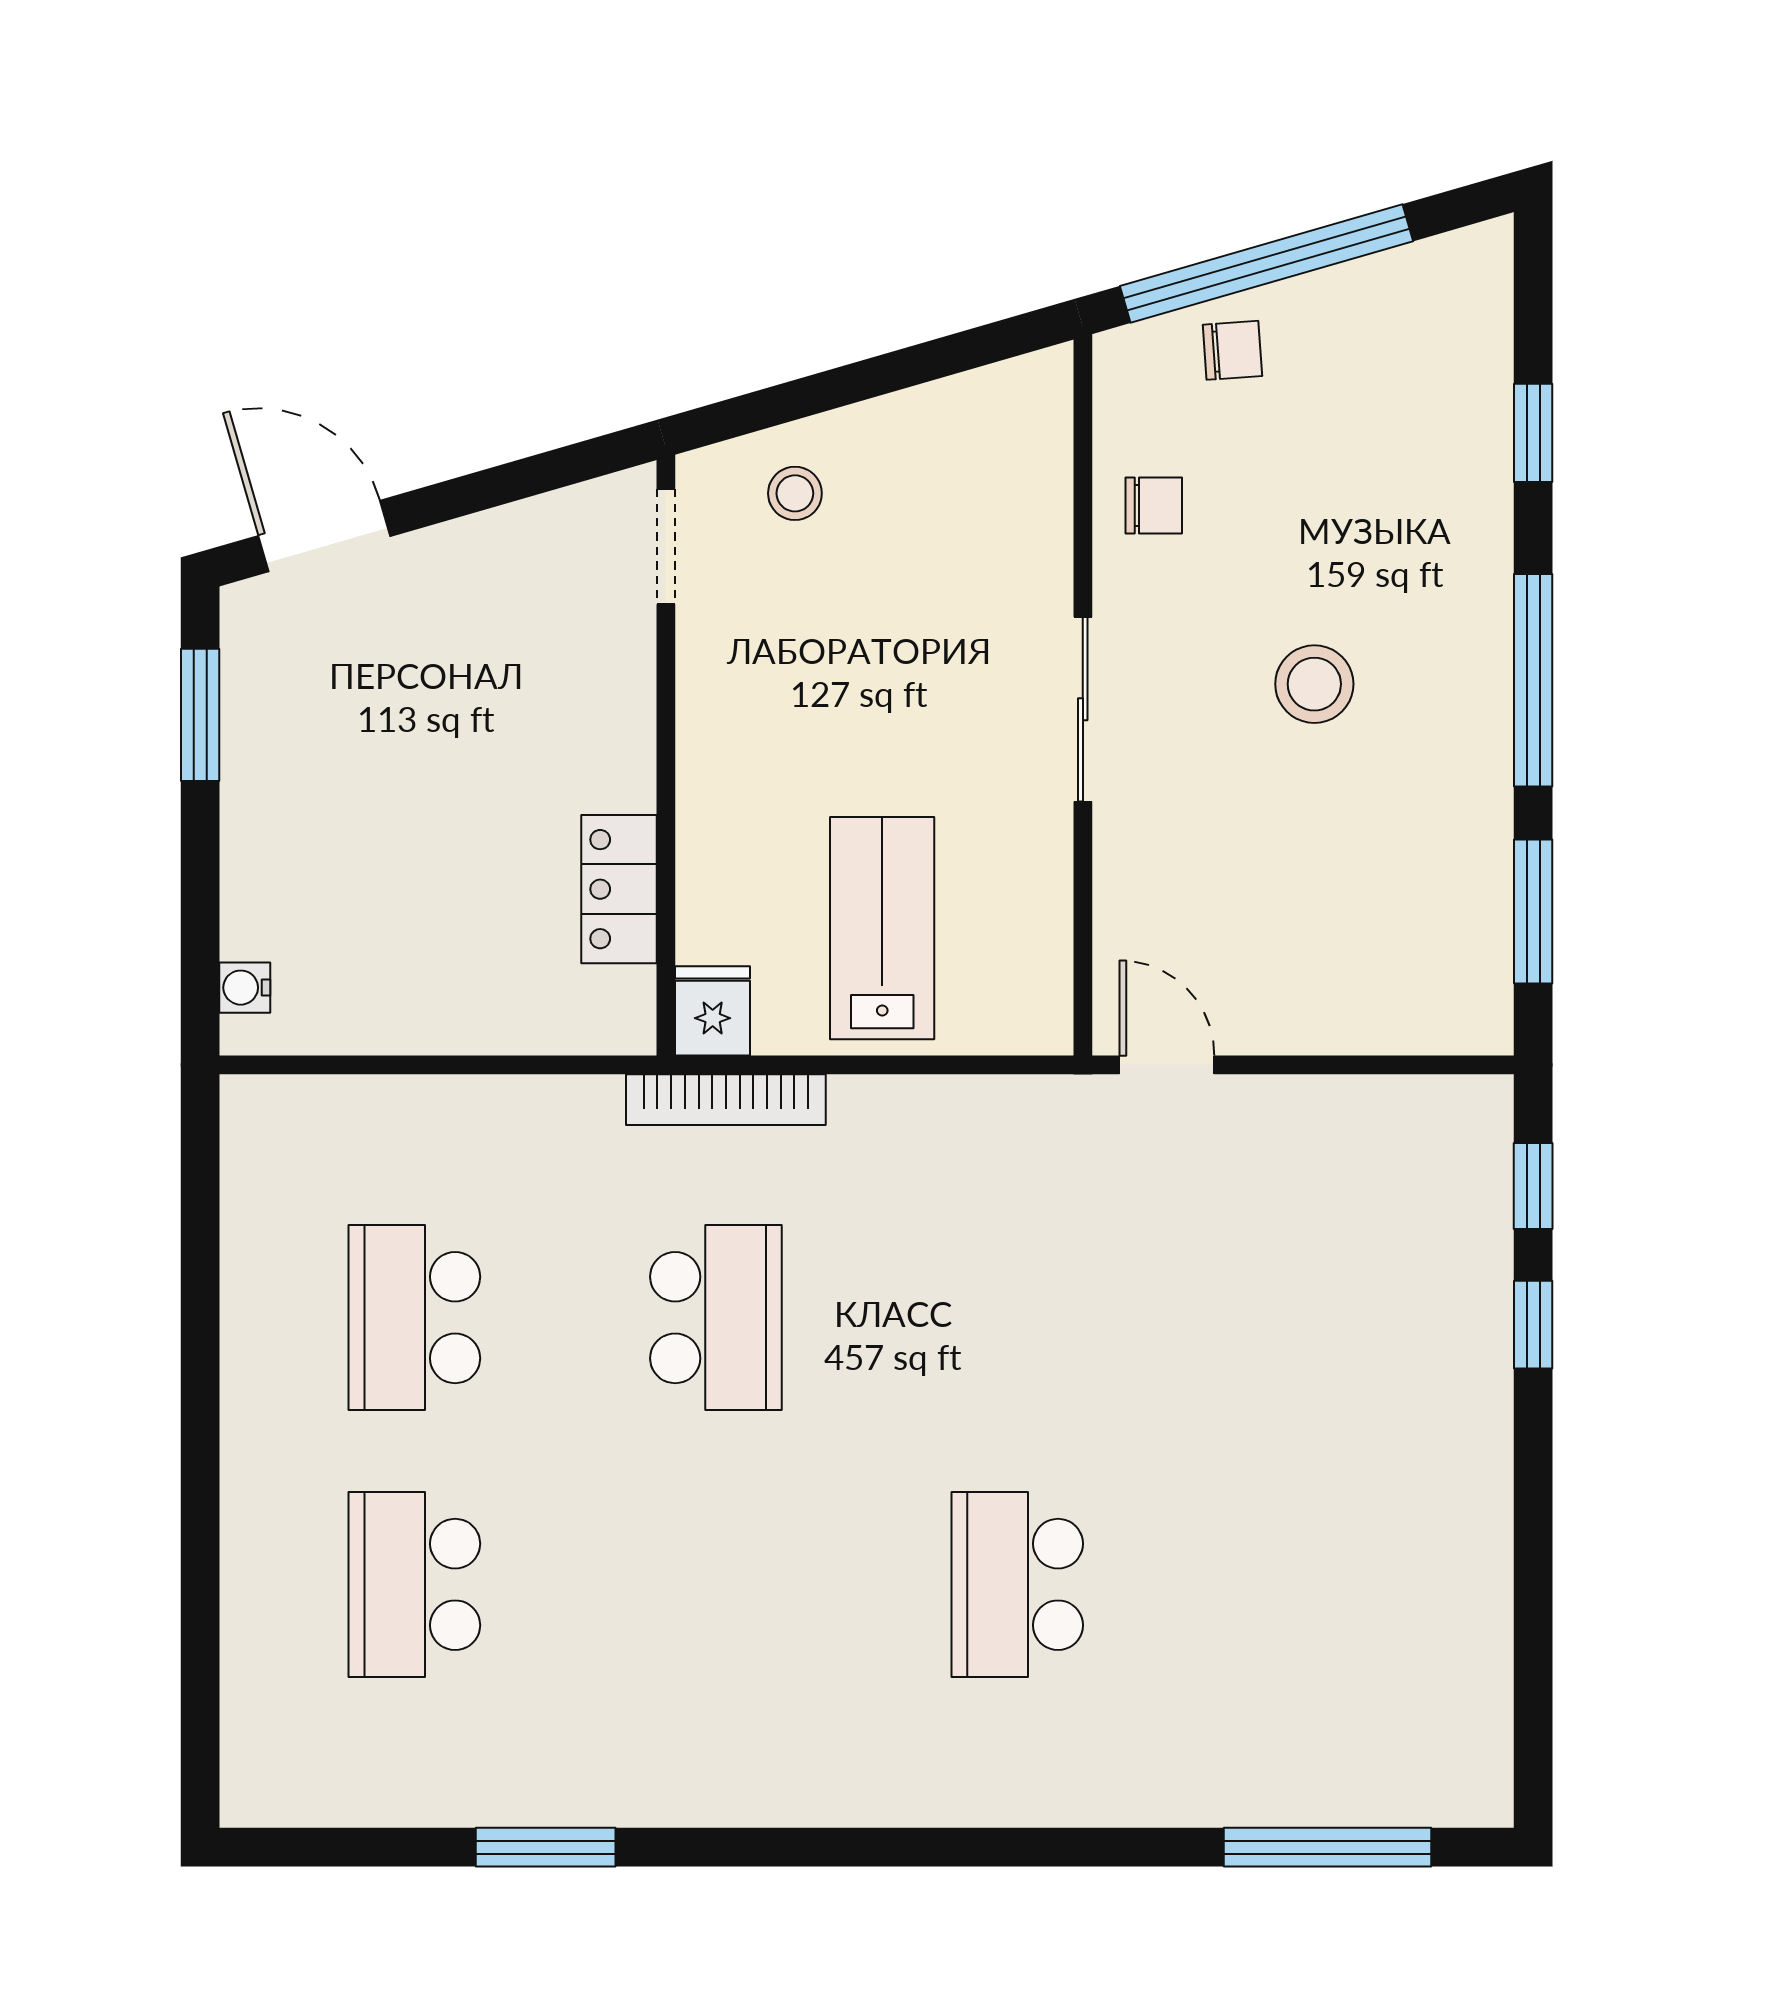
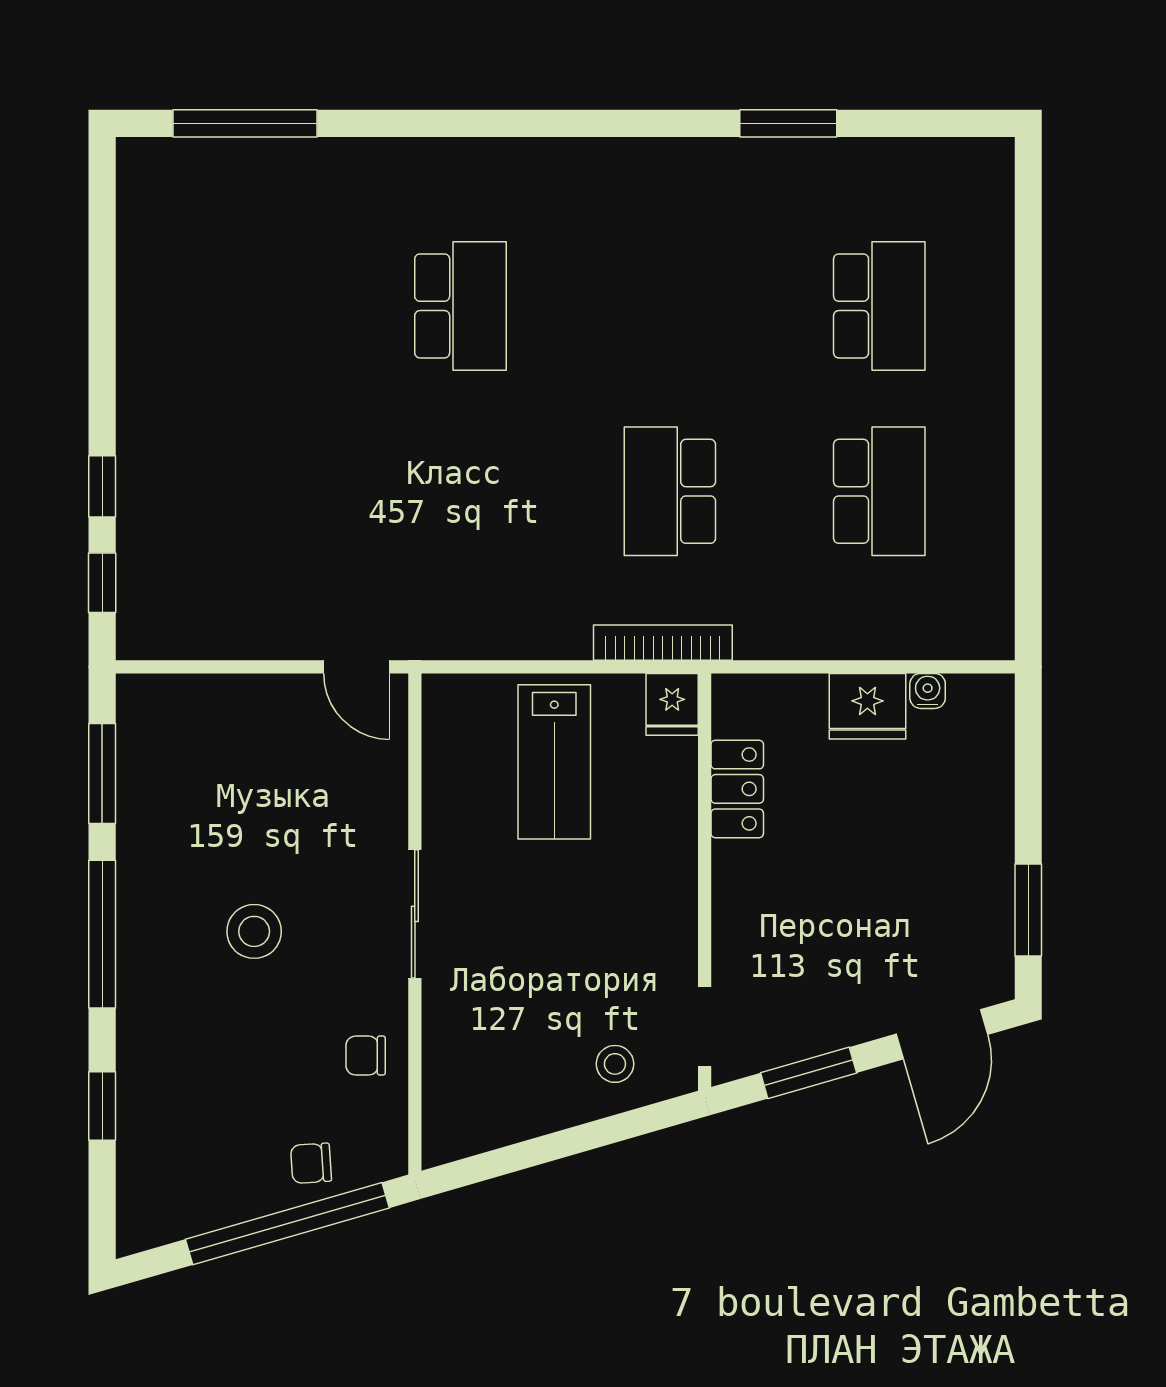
window: (516, 481) -> (809, 1073), added
door: (324, 536) -> (942, 1034), hinge flipped
water cooler: (245, 988) -> (928, 691), moved, turned -90
fridge: (431, 1008) -> (867, 706), added

